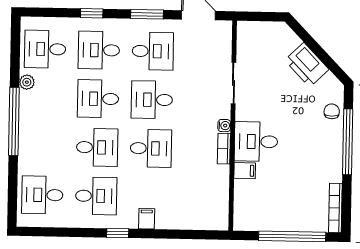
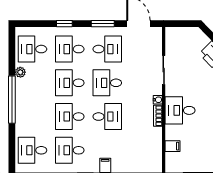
desk: (97, 147) -> (70, 117), turned 180
filing cabinet: (245, 171) -> (173, 146), moved
desk: (96, 196) -> (70, 150), turned 180

